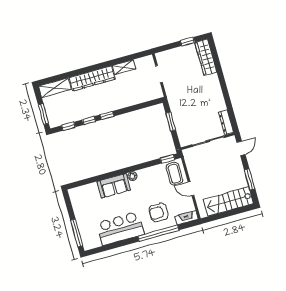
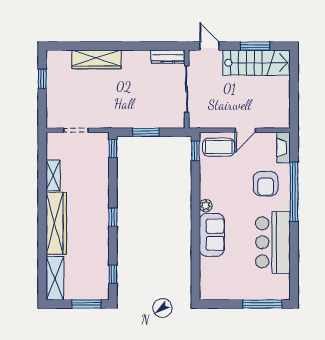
wardrobe: (206, 57) -> (96, 59), moved
window: (89, 121) -> (113, 149), moved
stairs: (228, 202) -> (256, 63), moved, turned -90

